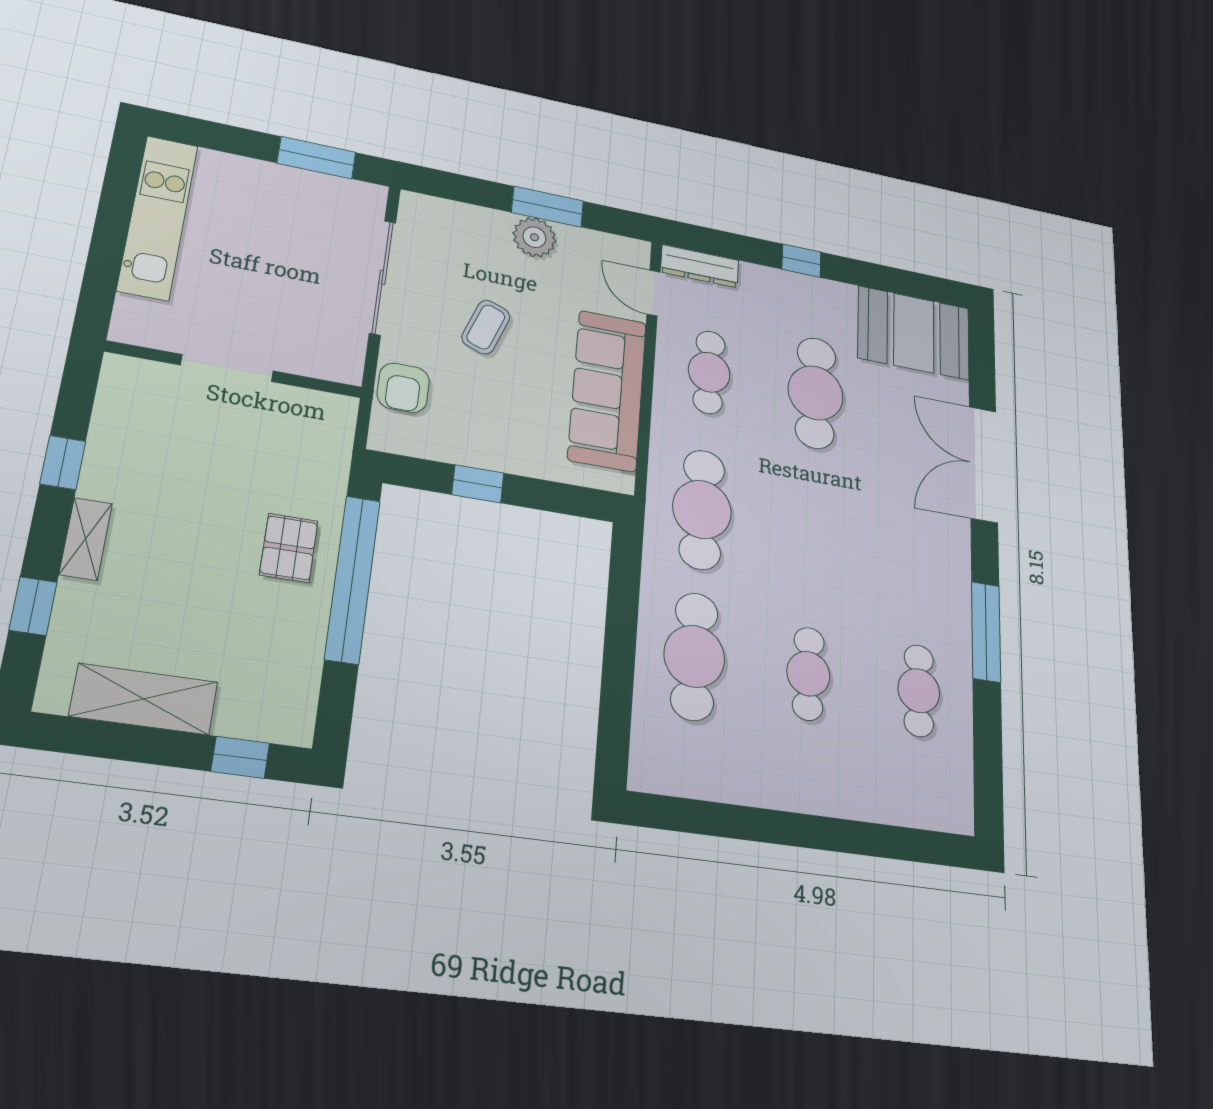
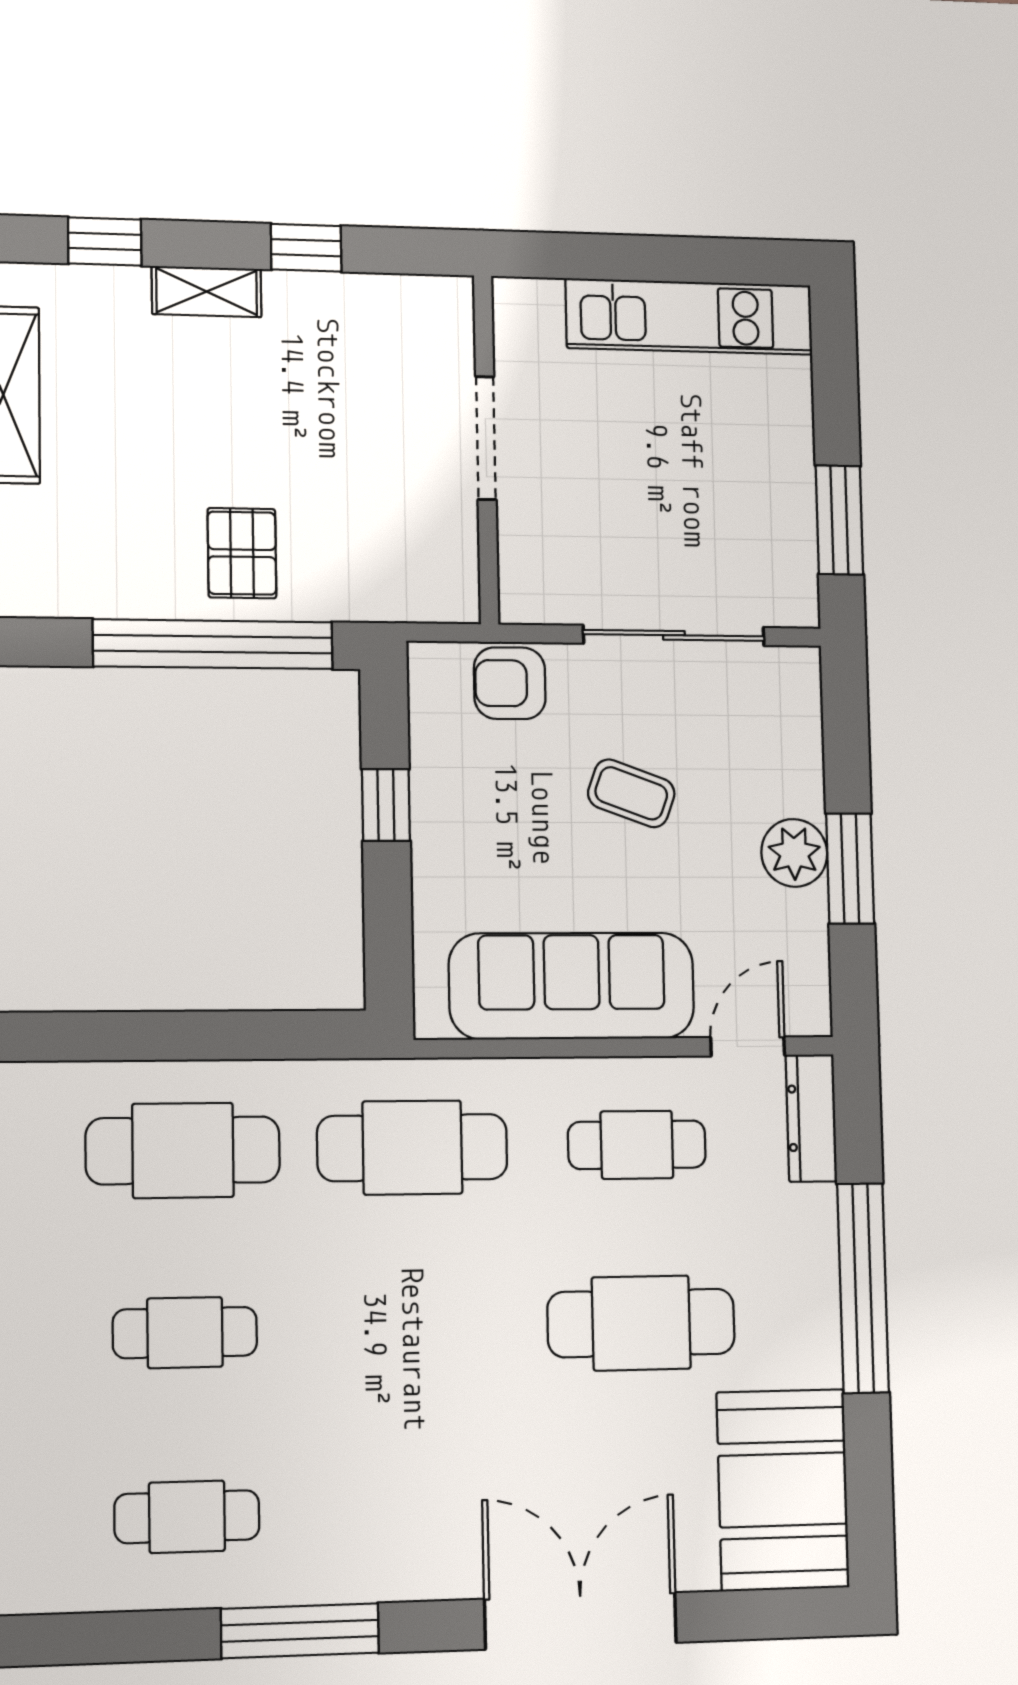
window: (801, 261) -> (863, 1288), width x3.17
pallet: (289, 548) -> (242, 553), turned 90

